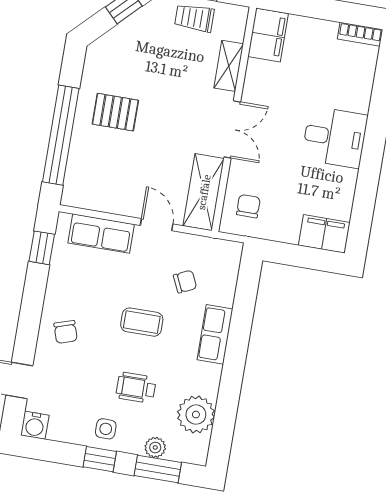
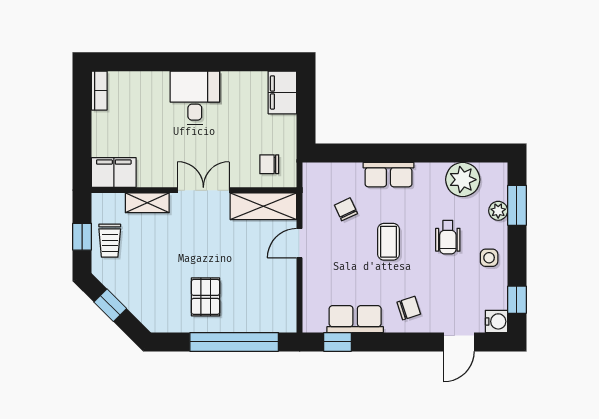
row of seats: (101, 234) -> (355, 319), moved, turned -90
window: (100, 459) -> (517, 300), moved

